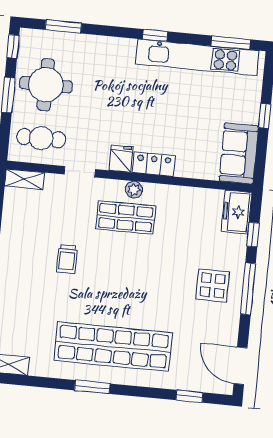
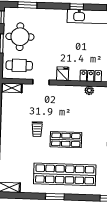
locker: (154, 164) -> (91, 76), moved
plant: (134, 190) -> (89, 90), moved
shop shelf: (126, 218) -> (66, 140), moved

